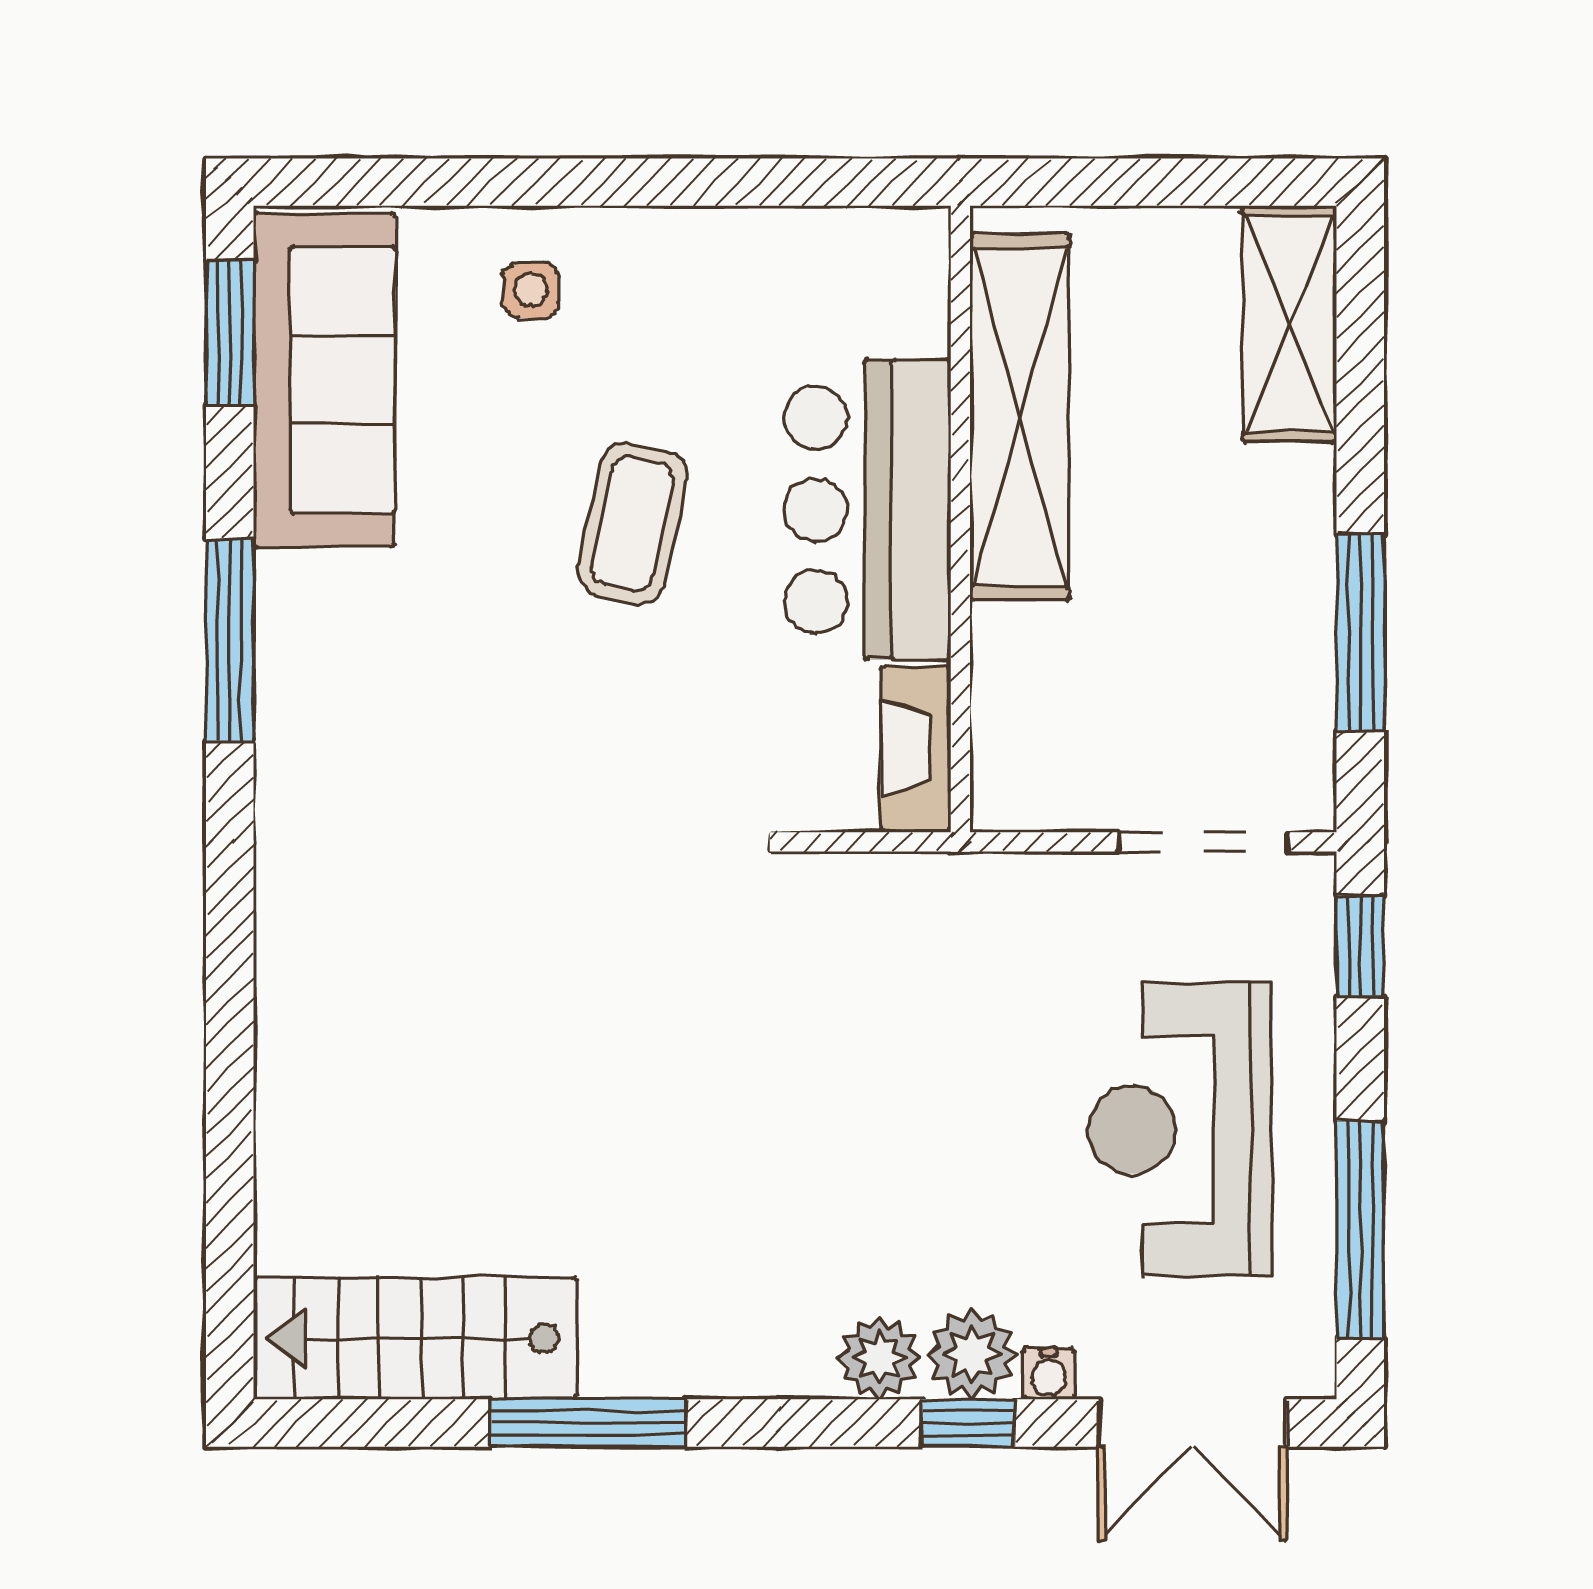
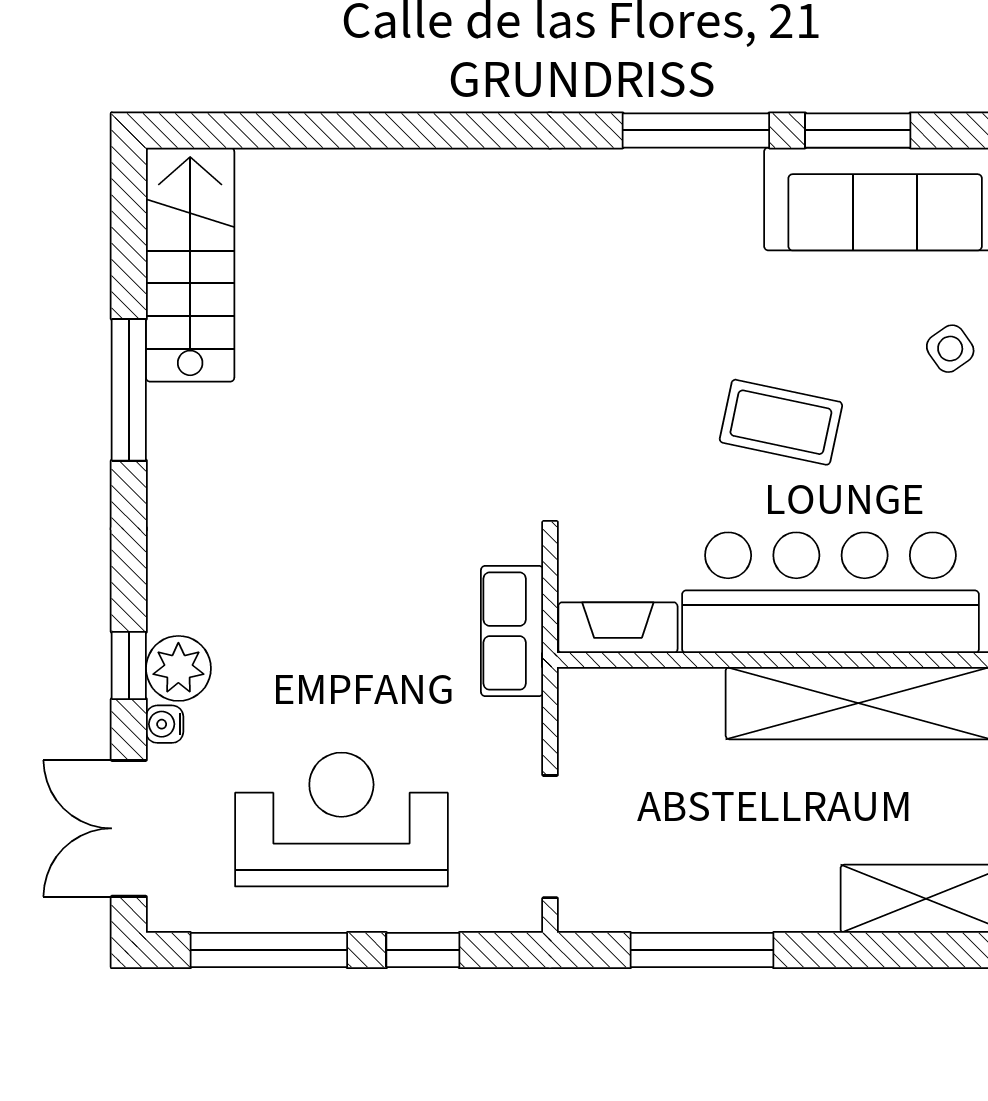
side table: (531, 290) -> (950, 349), turned -35
window: (230, 333) -> (858, 130), moved
bar counter: (868, 510) -> (830, 593), width x1.36
row of seats: (920, 894) -> (512, 631), added
window: (1360, 946) -> (423, 950), moved
plant: (879, 1358) -> (176, 601), removed

